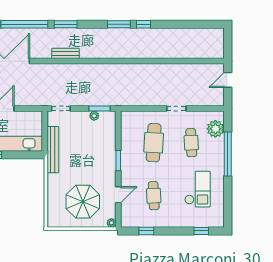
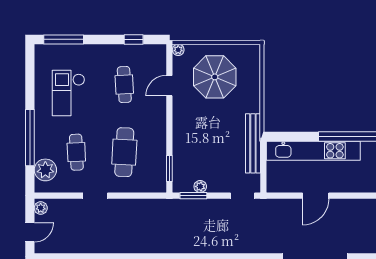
plant: (219, 99) -> (41, 208), added
window: (118, 161) -> (169, 168), moved
window: (201, 231) -> (64, 39), width x2.17

